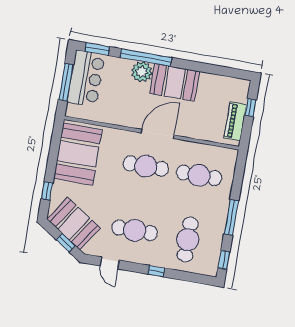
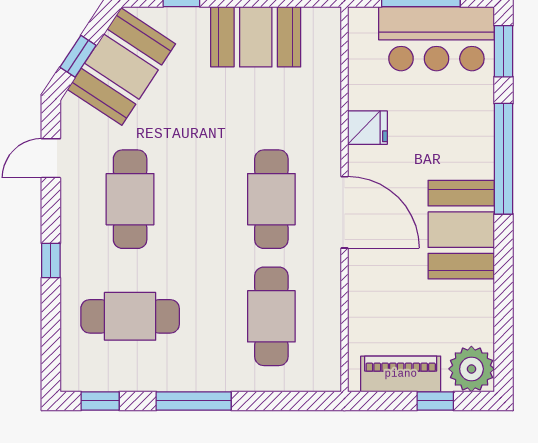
plant: (142, 72) -> (471, 369), moved
fridge: (121, 117) -> (367, 128), added
booth: (78, 154) -> (256, 37), width x0.73, depth x0.70

